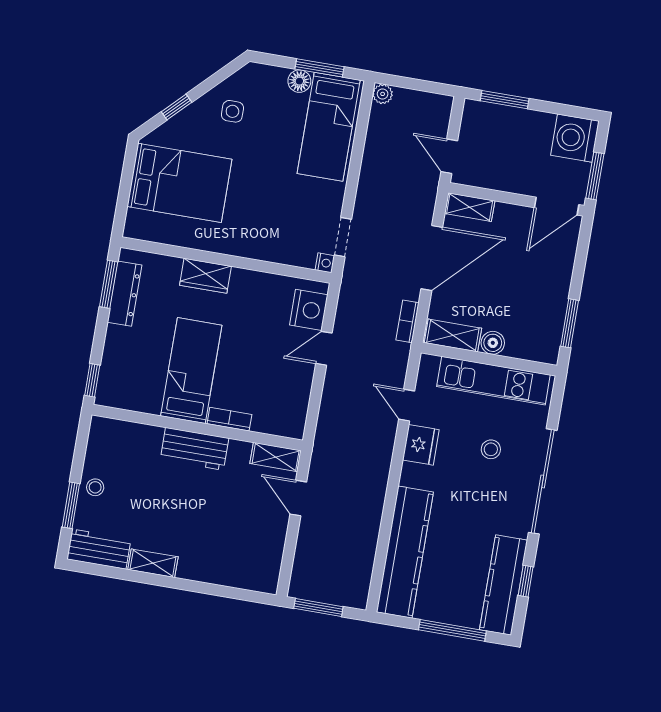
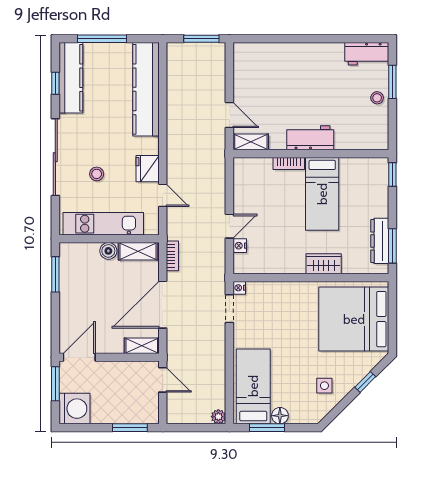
bed: (179, 183) -> (354, 319), width x1.36
nightstand: (309, 310) -> (240, 246), width x0.53, depth x0.56
shelving: (153, 563) -> (326, 50), removed

